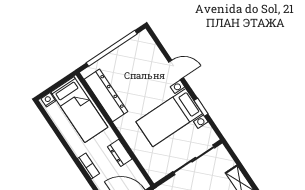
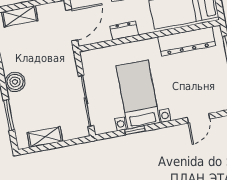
door: (176, 70) -> (198, 118), moved

